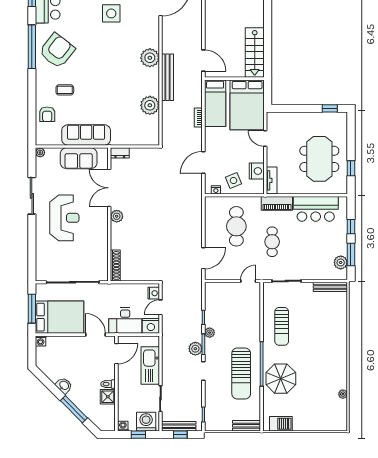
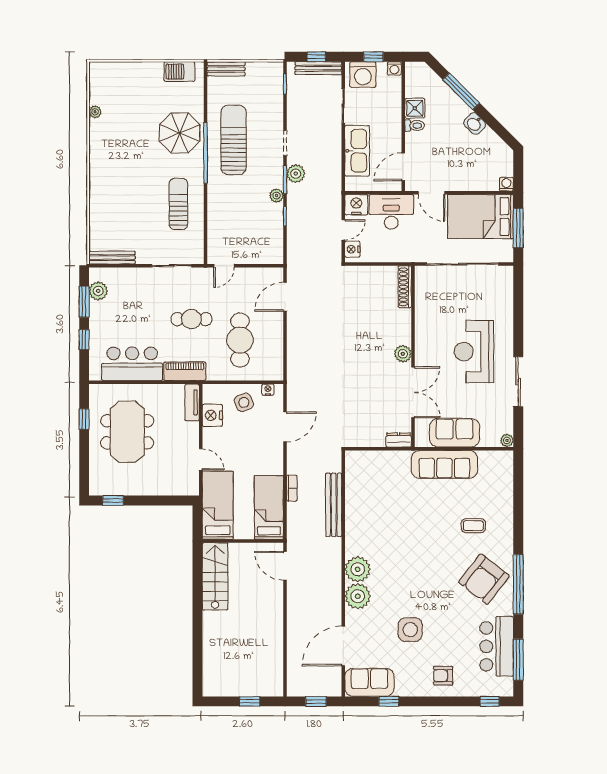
bench: (167, 77) -> (334, 505), moved
plant: (150, 105) -> (358, 596), moved
bed: (247, 105) -> (218, 505), width x0.67
armchair: (47, 114) -> (497, 492), removed
cafe table: (272, 242) -> (191, 319), turned 90

